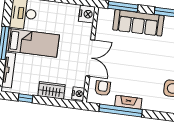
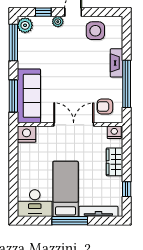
sofa: (138, 23) -> (29, 96), moved
fireplace: (128, 102) -> (117, 63), moved

